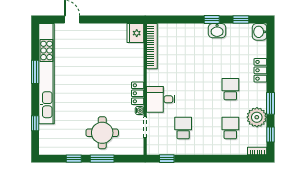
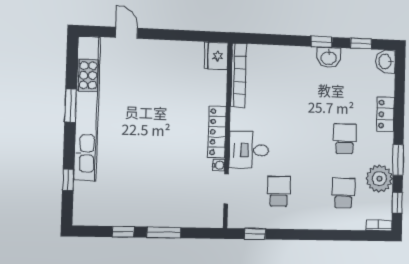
locker: (138, 93) -> (217, 132), width x1.53
round table: (102, 133) -> (165, 196), removed

